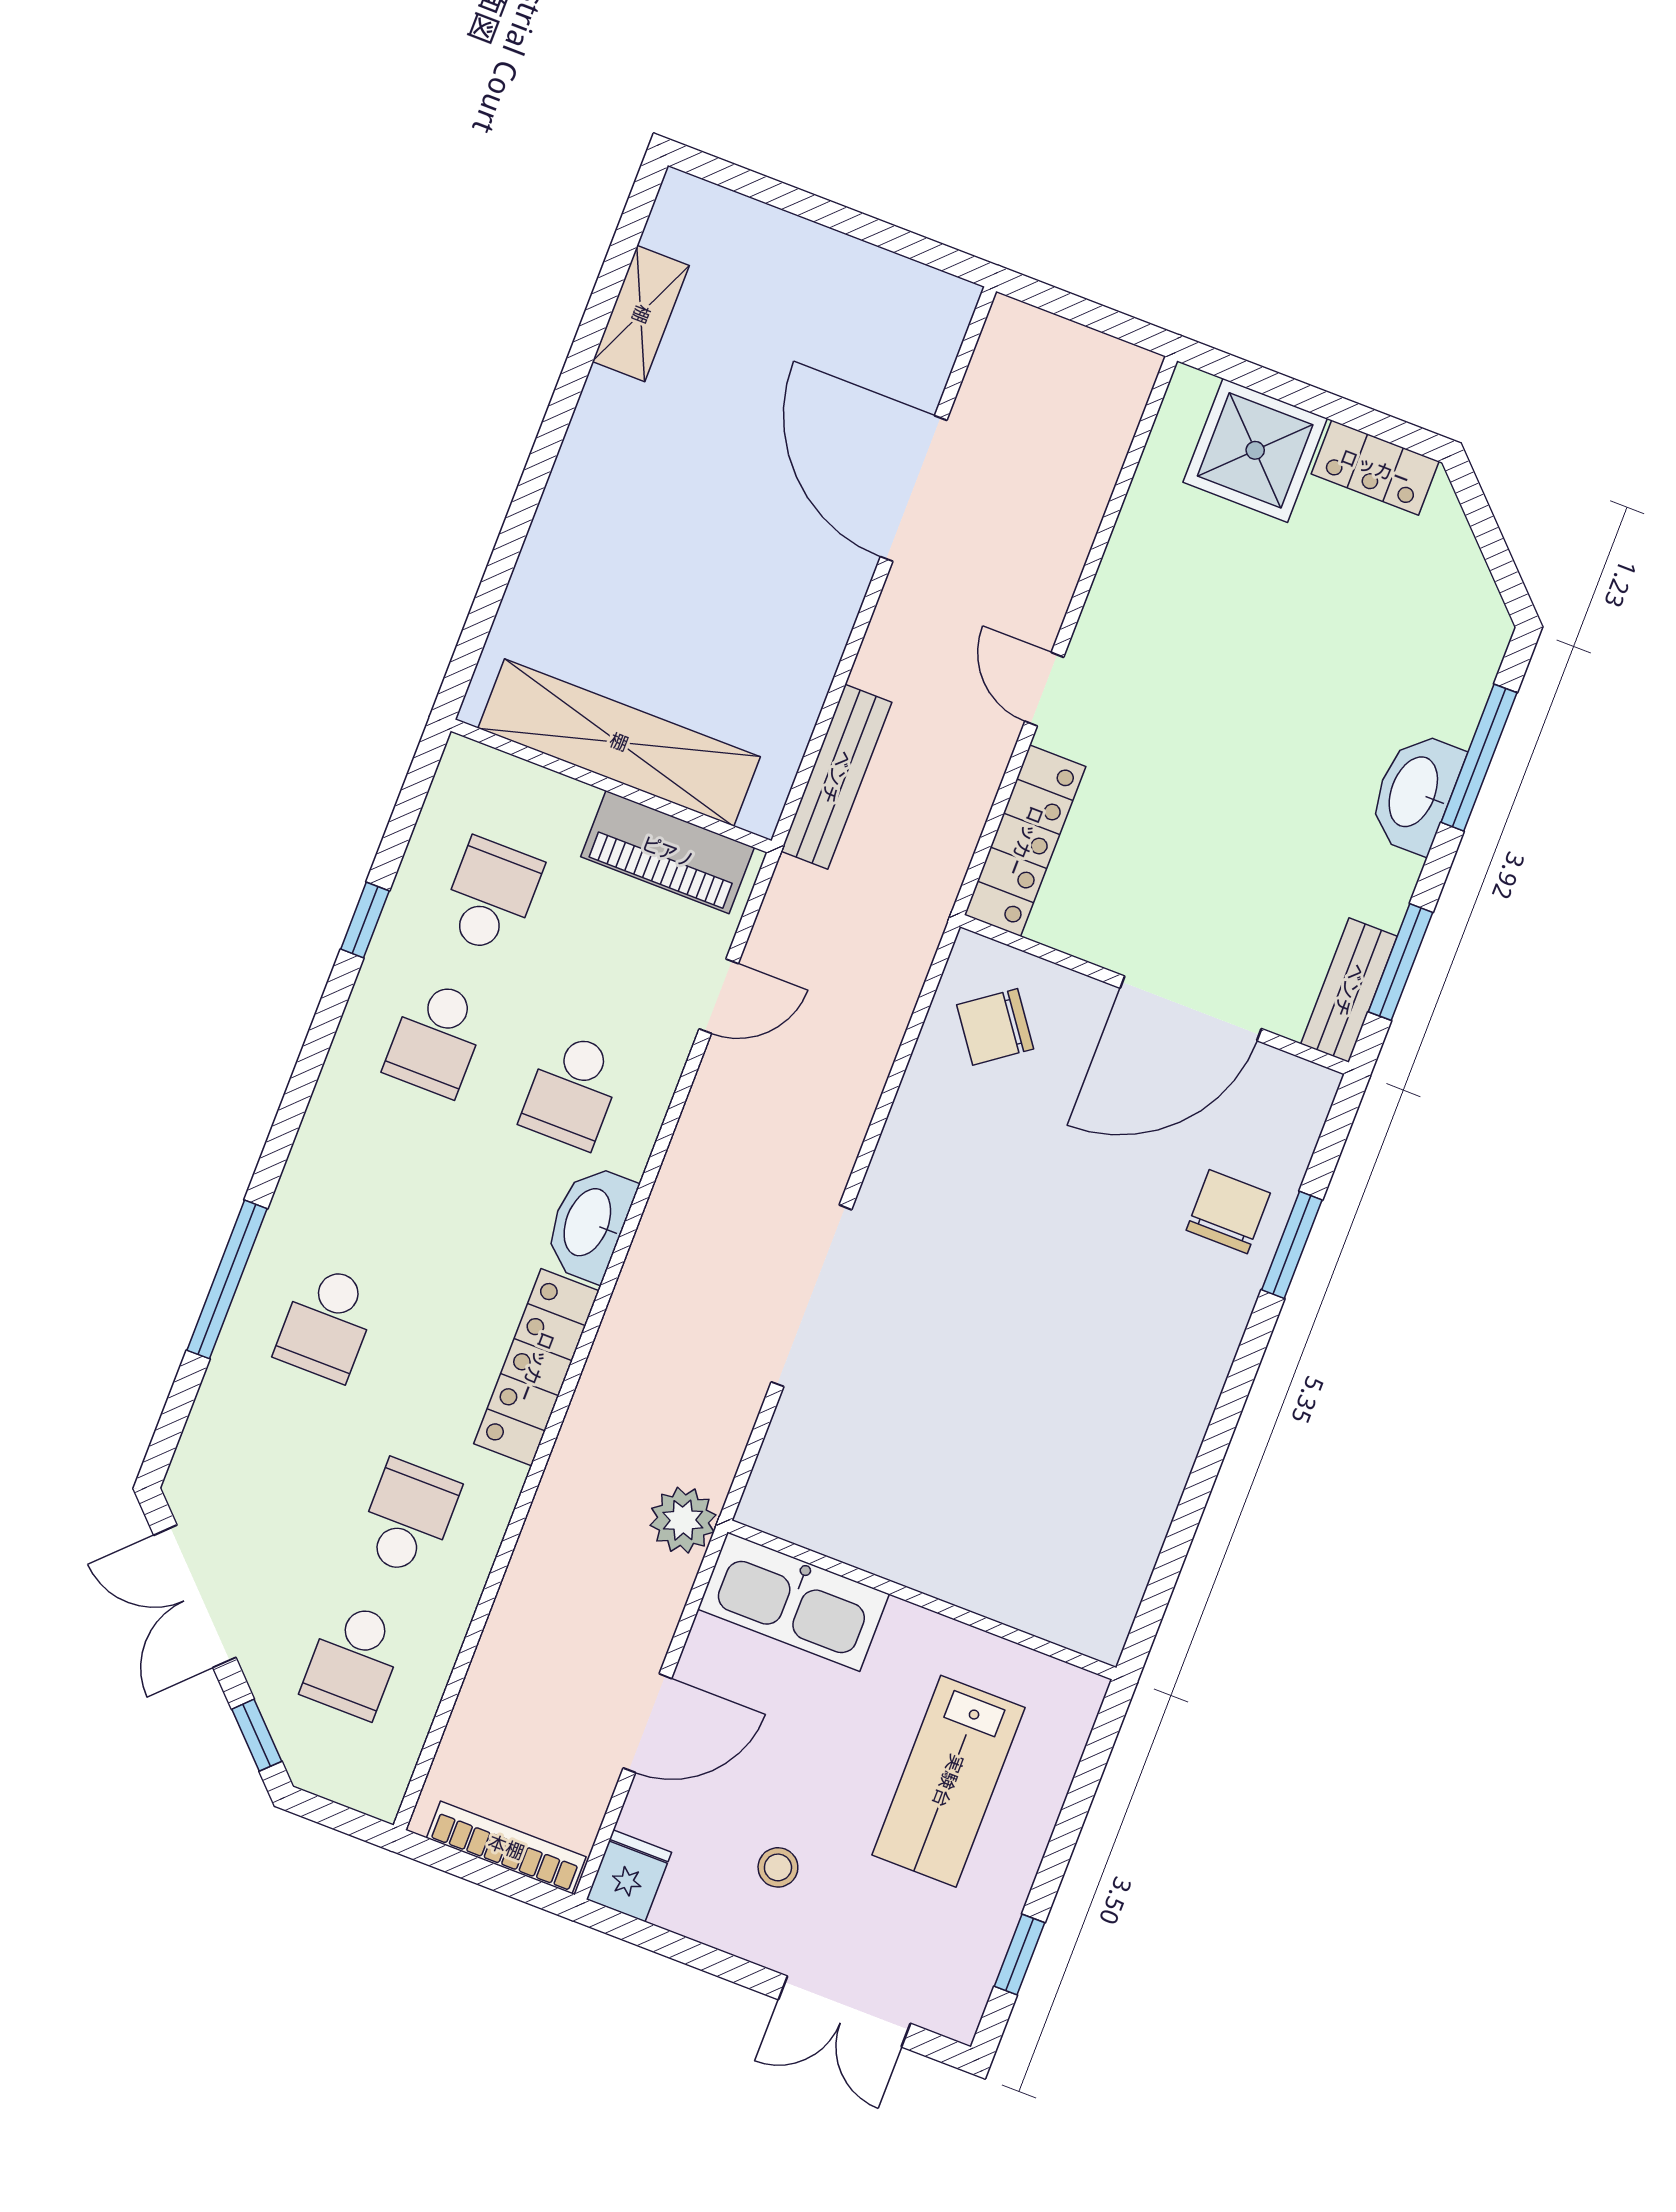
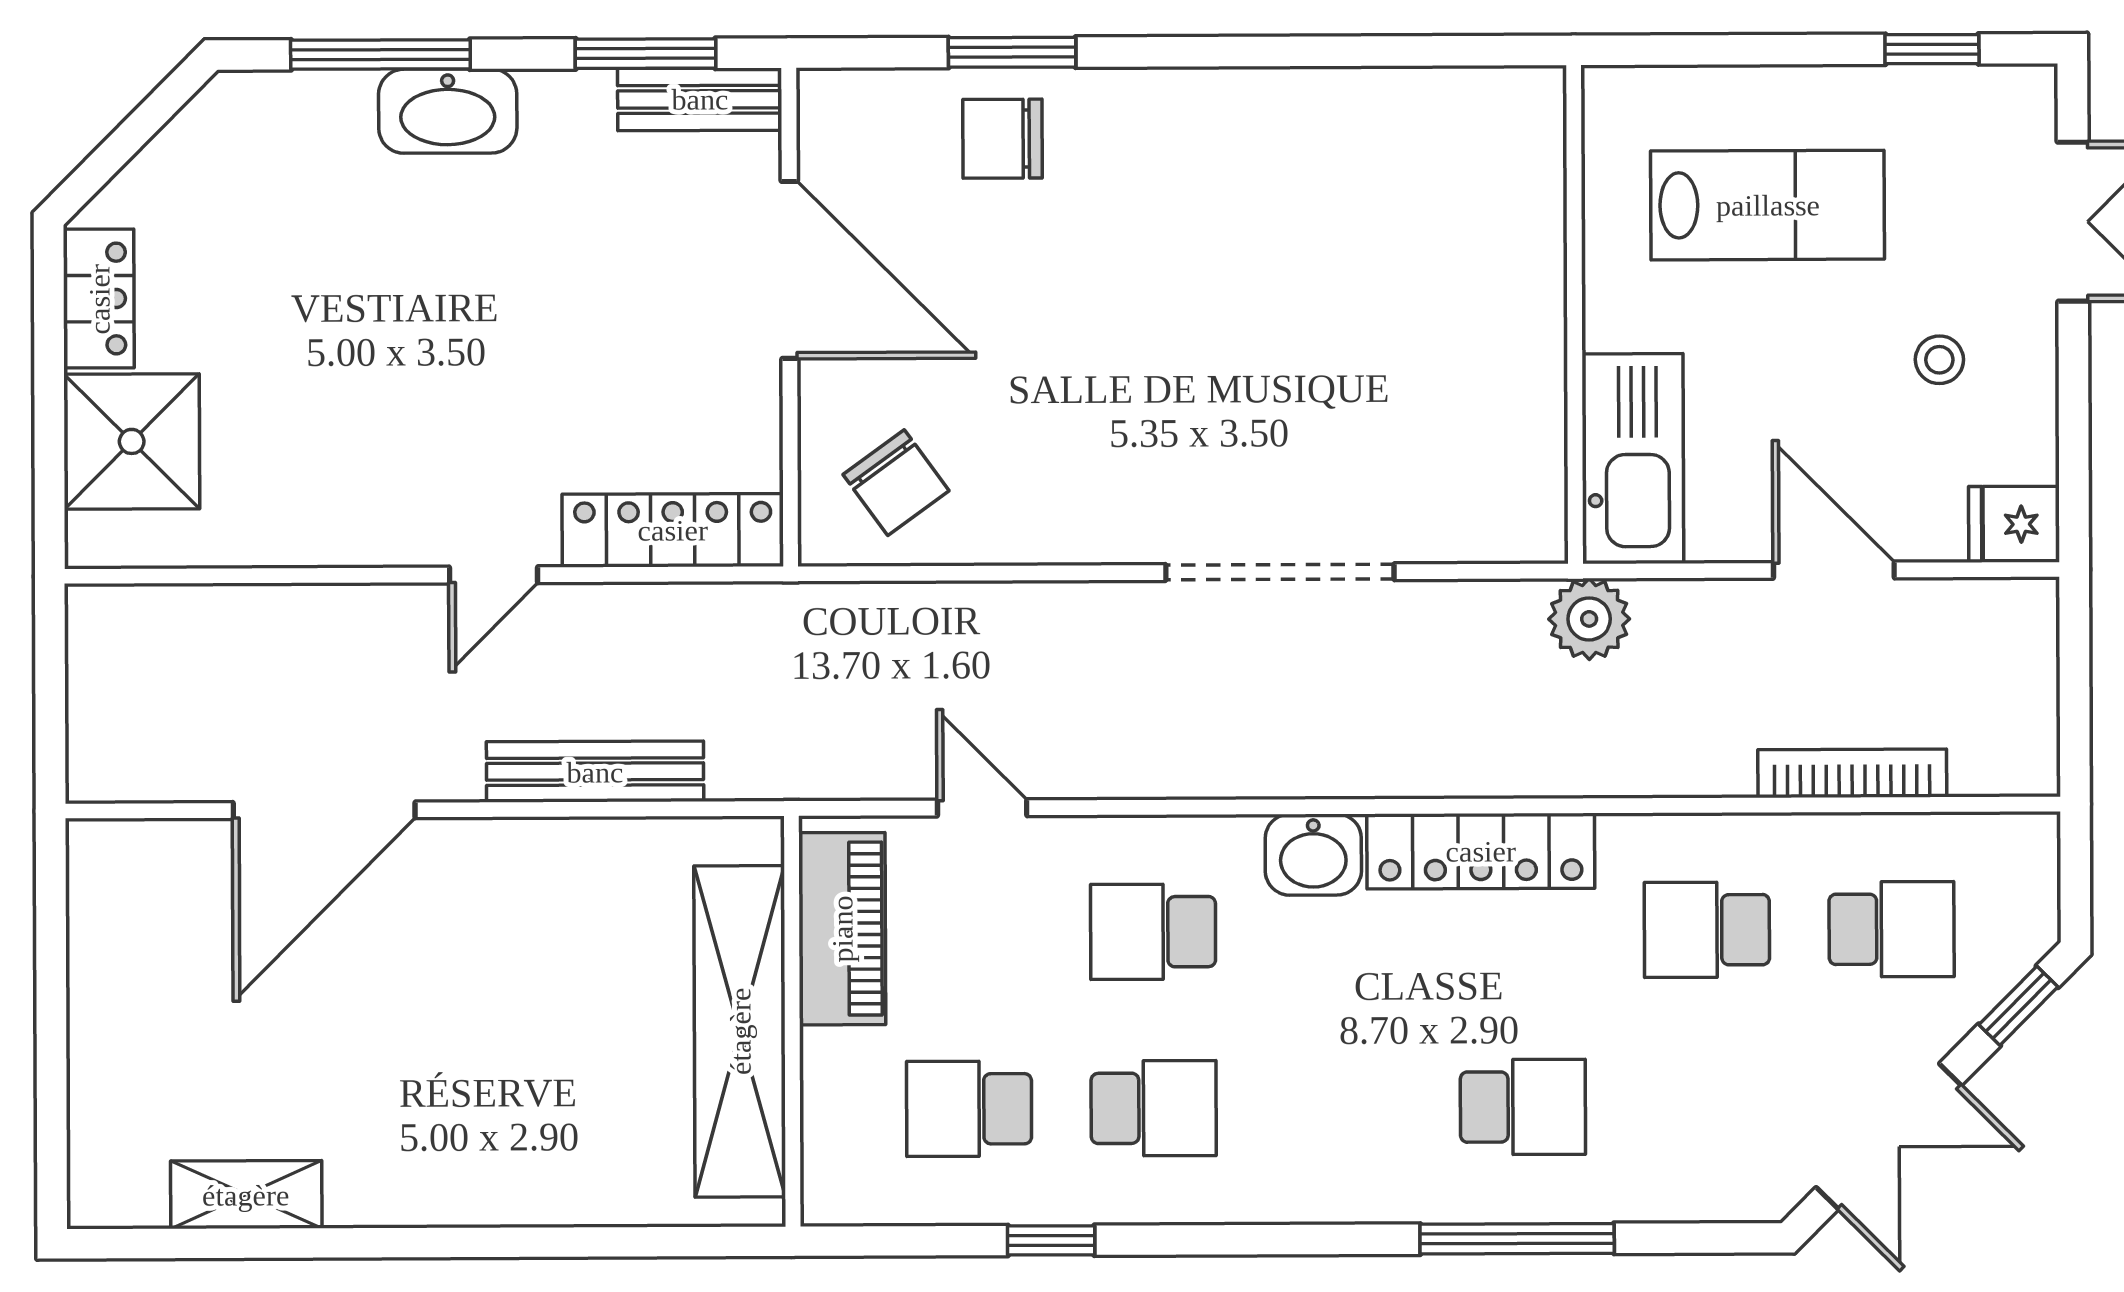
bench: (836, 777) -> (595, 772), moved
school desk: (572, 1091) -> (1153, 932), turned 180
washbasin: (589, 1223) -> (1313, 855), width x0.72
bookcase: (506, 1847) -> (1852, 773), moved, turned 90

